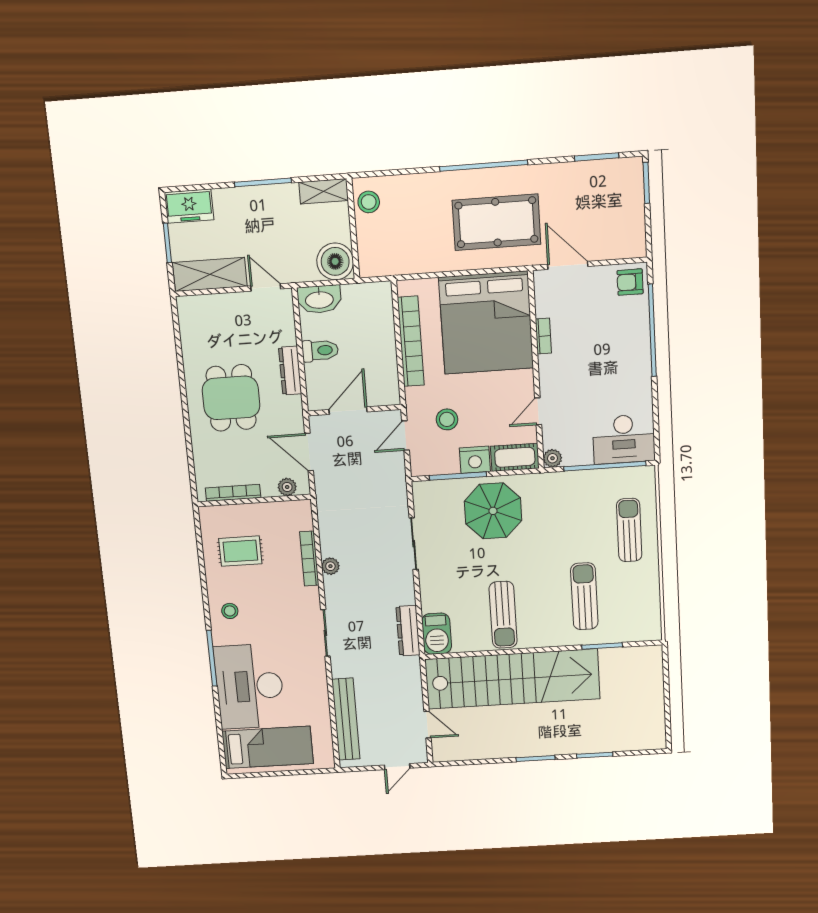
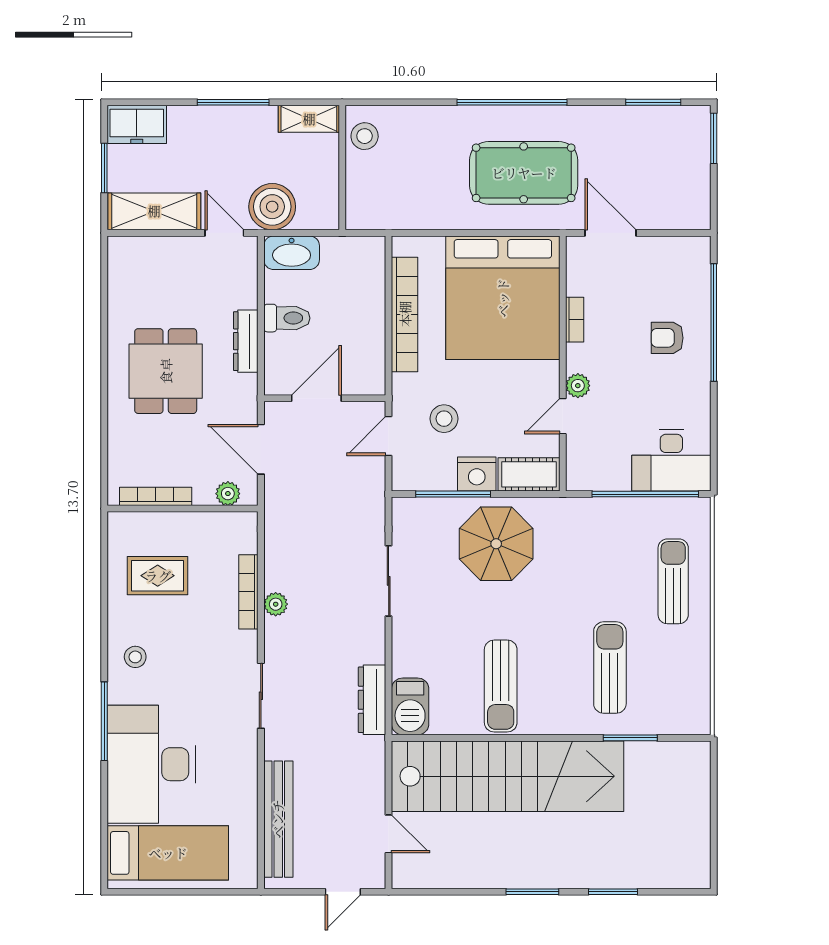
boiler: (335, 261) -> (272, 207), moved
armchair: (630, 282) -> (667, 338), moved
plant: (552, 458) -> (578, 386), moved

